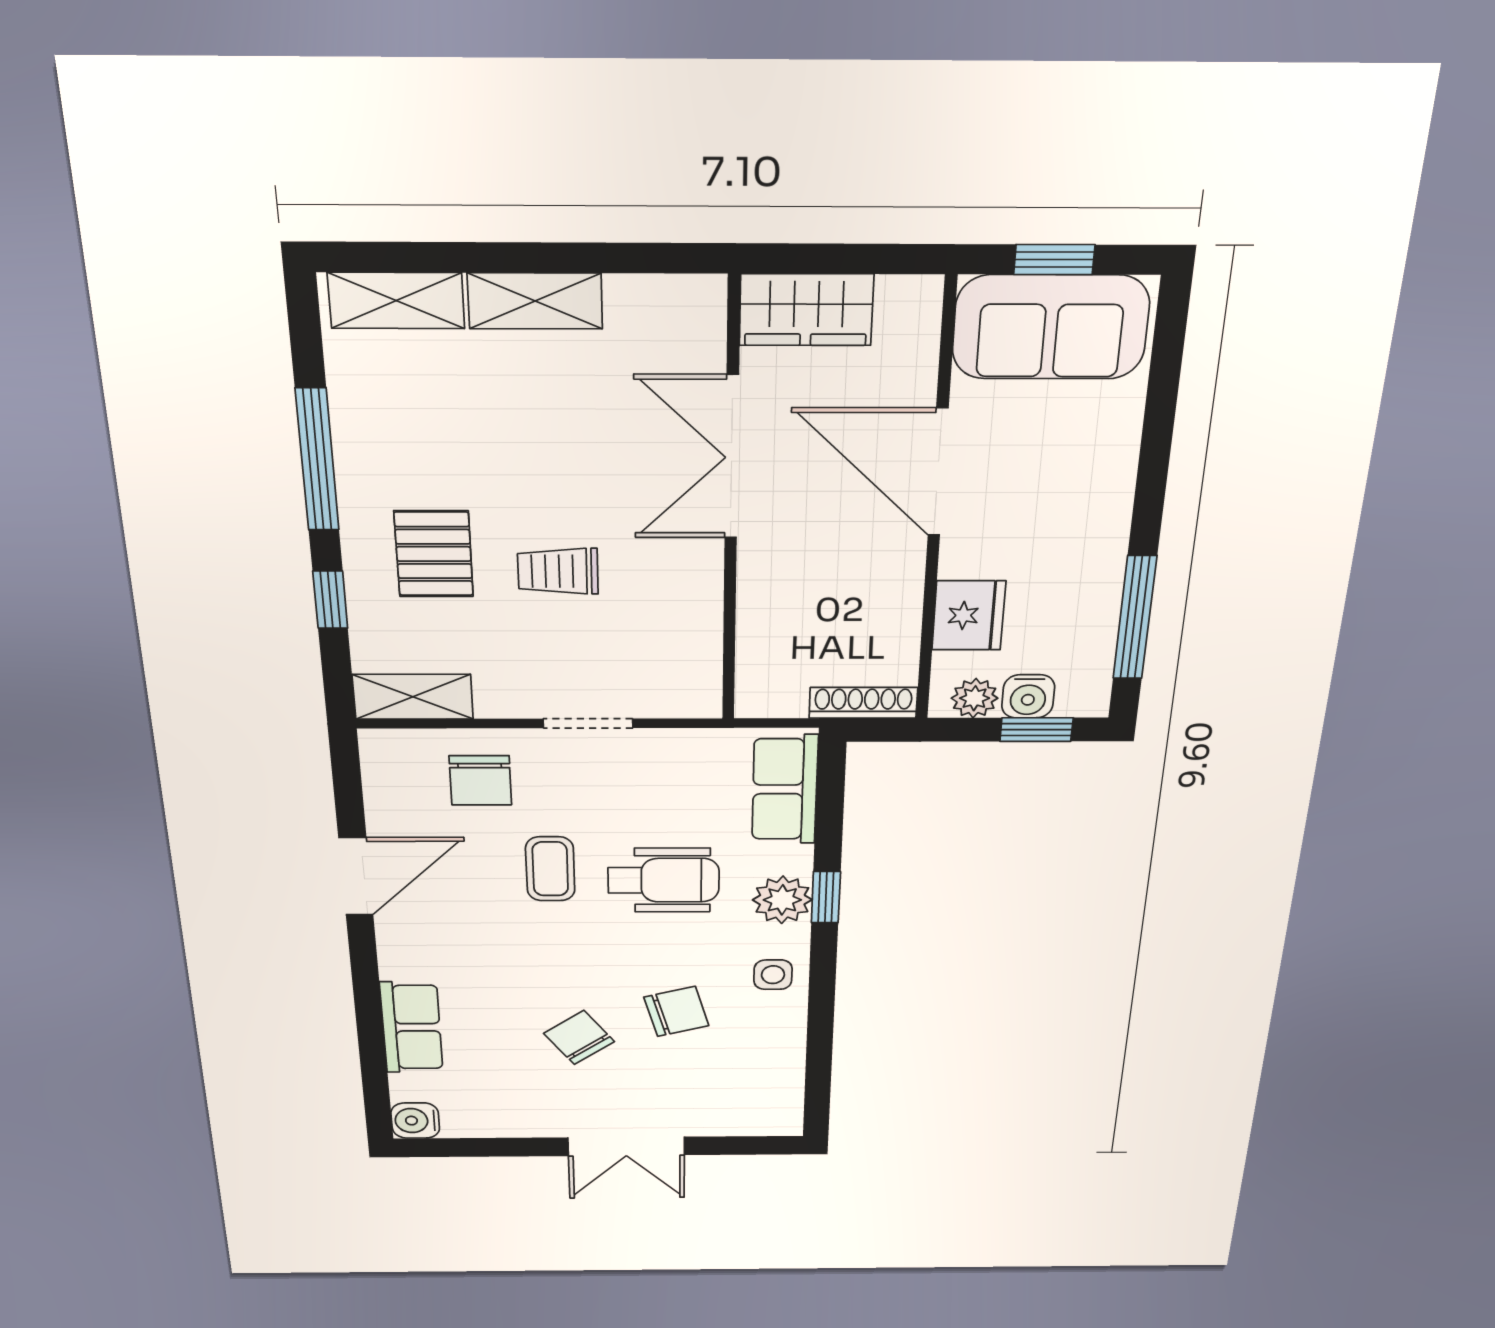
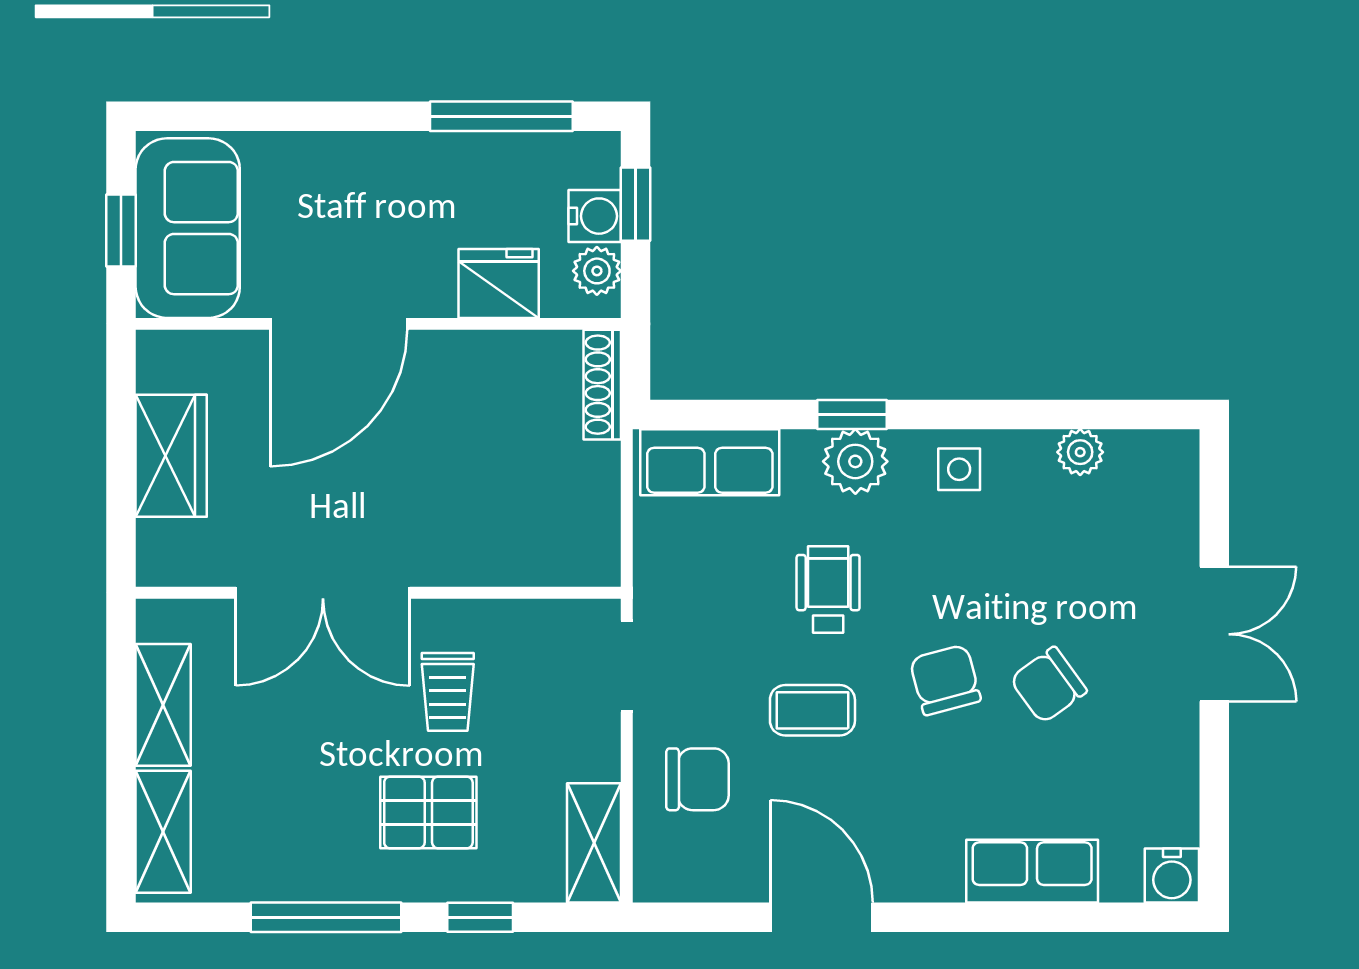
double door: (732, 457) -> (323, 593), moved
wall: (731, 509) -> (378, 593), moved
wheelchair: (664, 880) -> (828, 589), width x0.73, depth x0.73
chair: (676, 1011) -> (945, 680), moved
plant: (786, 1058) -> (1080, 452), added

